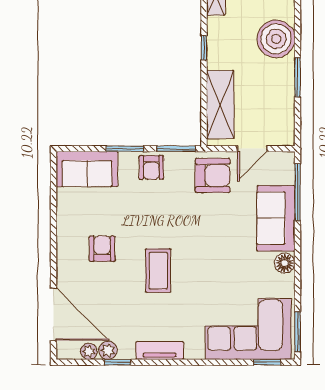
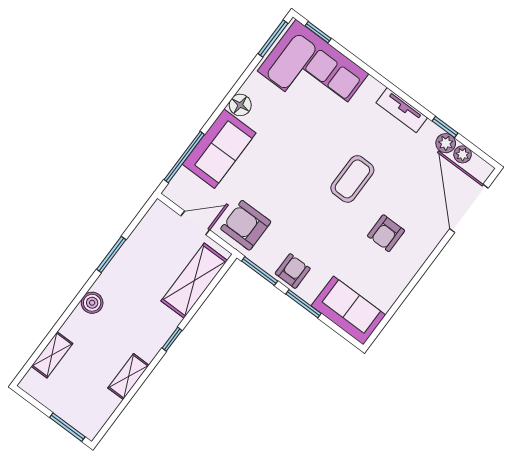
boiler: (276, 39) -> (92, 303), width x0.54, depth x0.54

